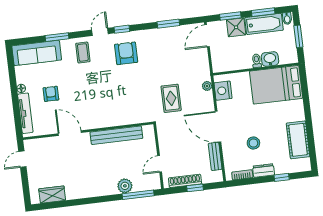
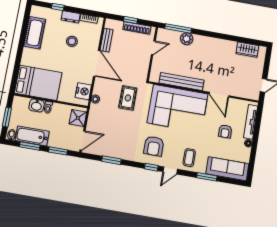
shower: (236, 27) -> (78, 118), moved
corner sofa: (112, 104) -> (177, 108), added

